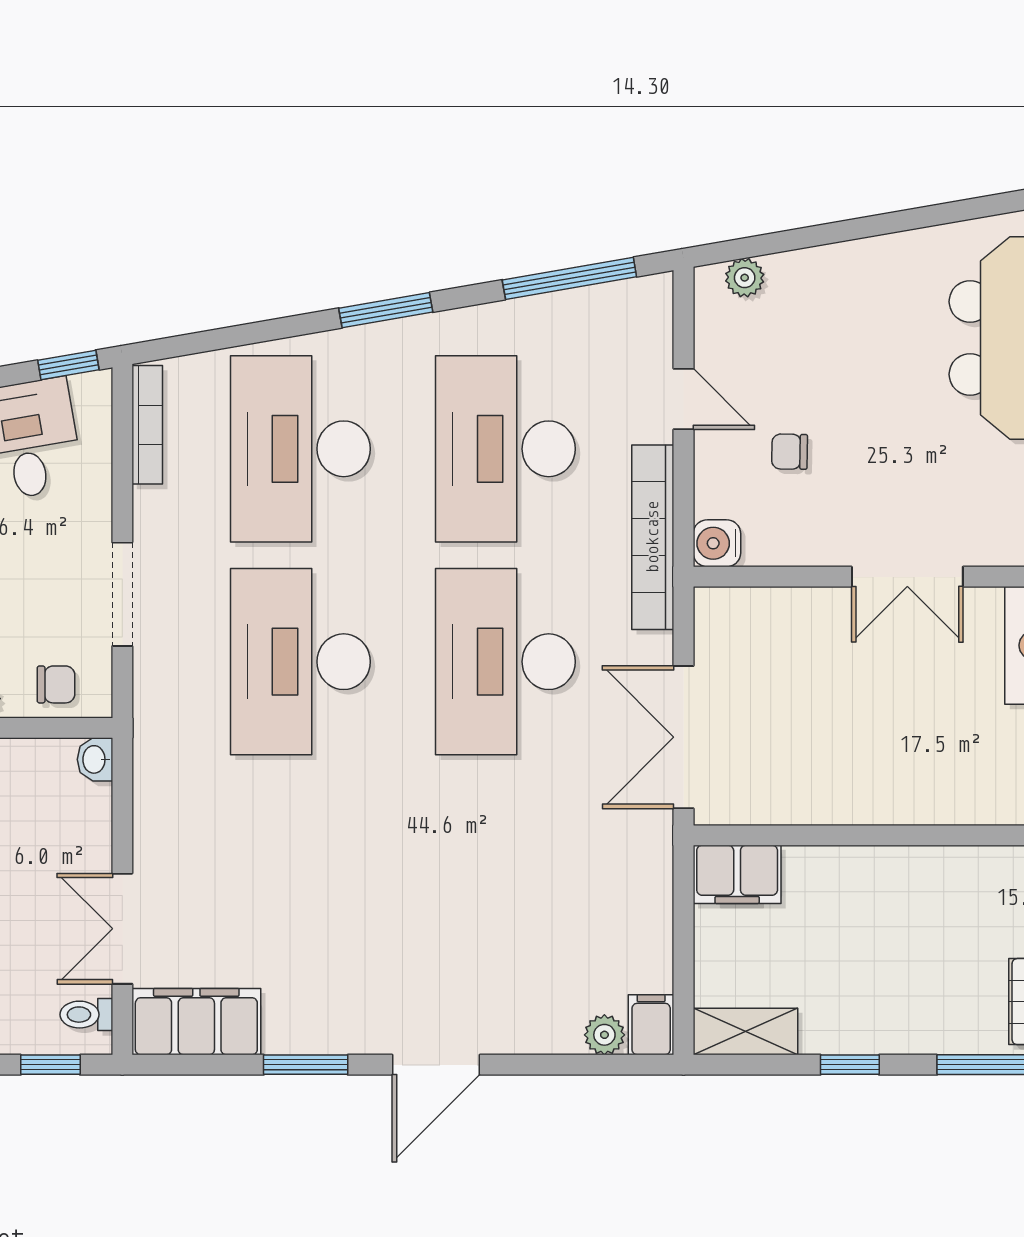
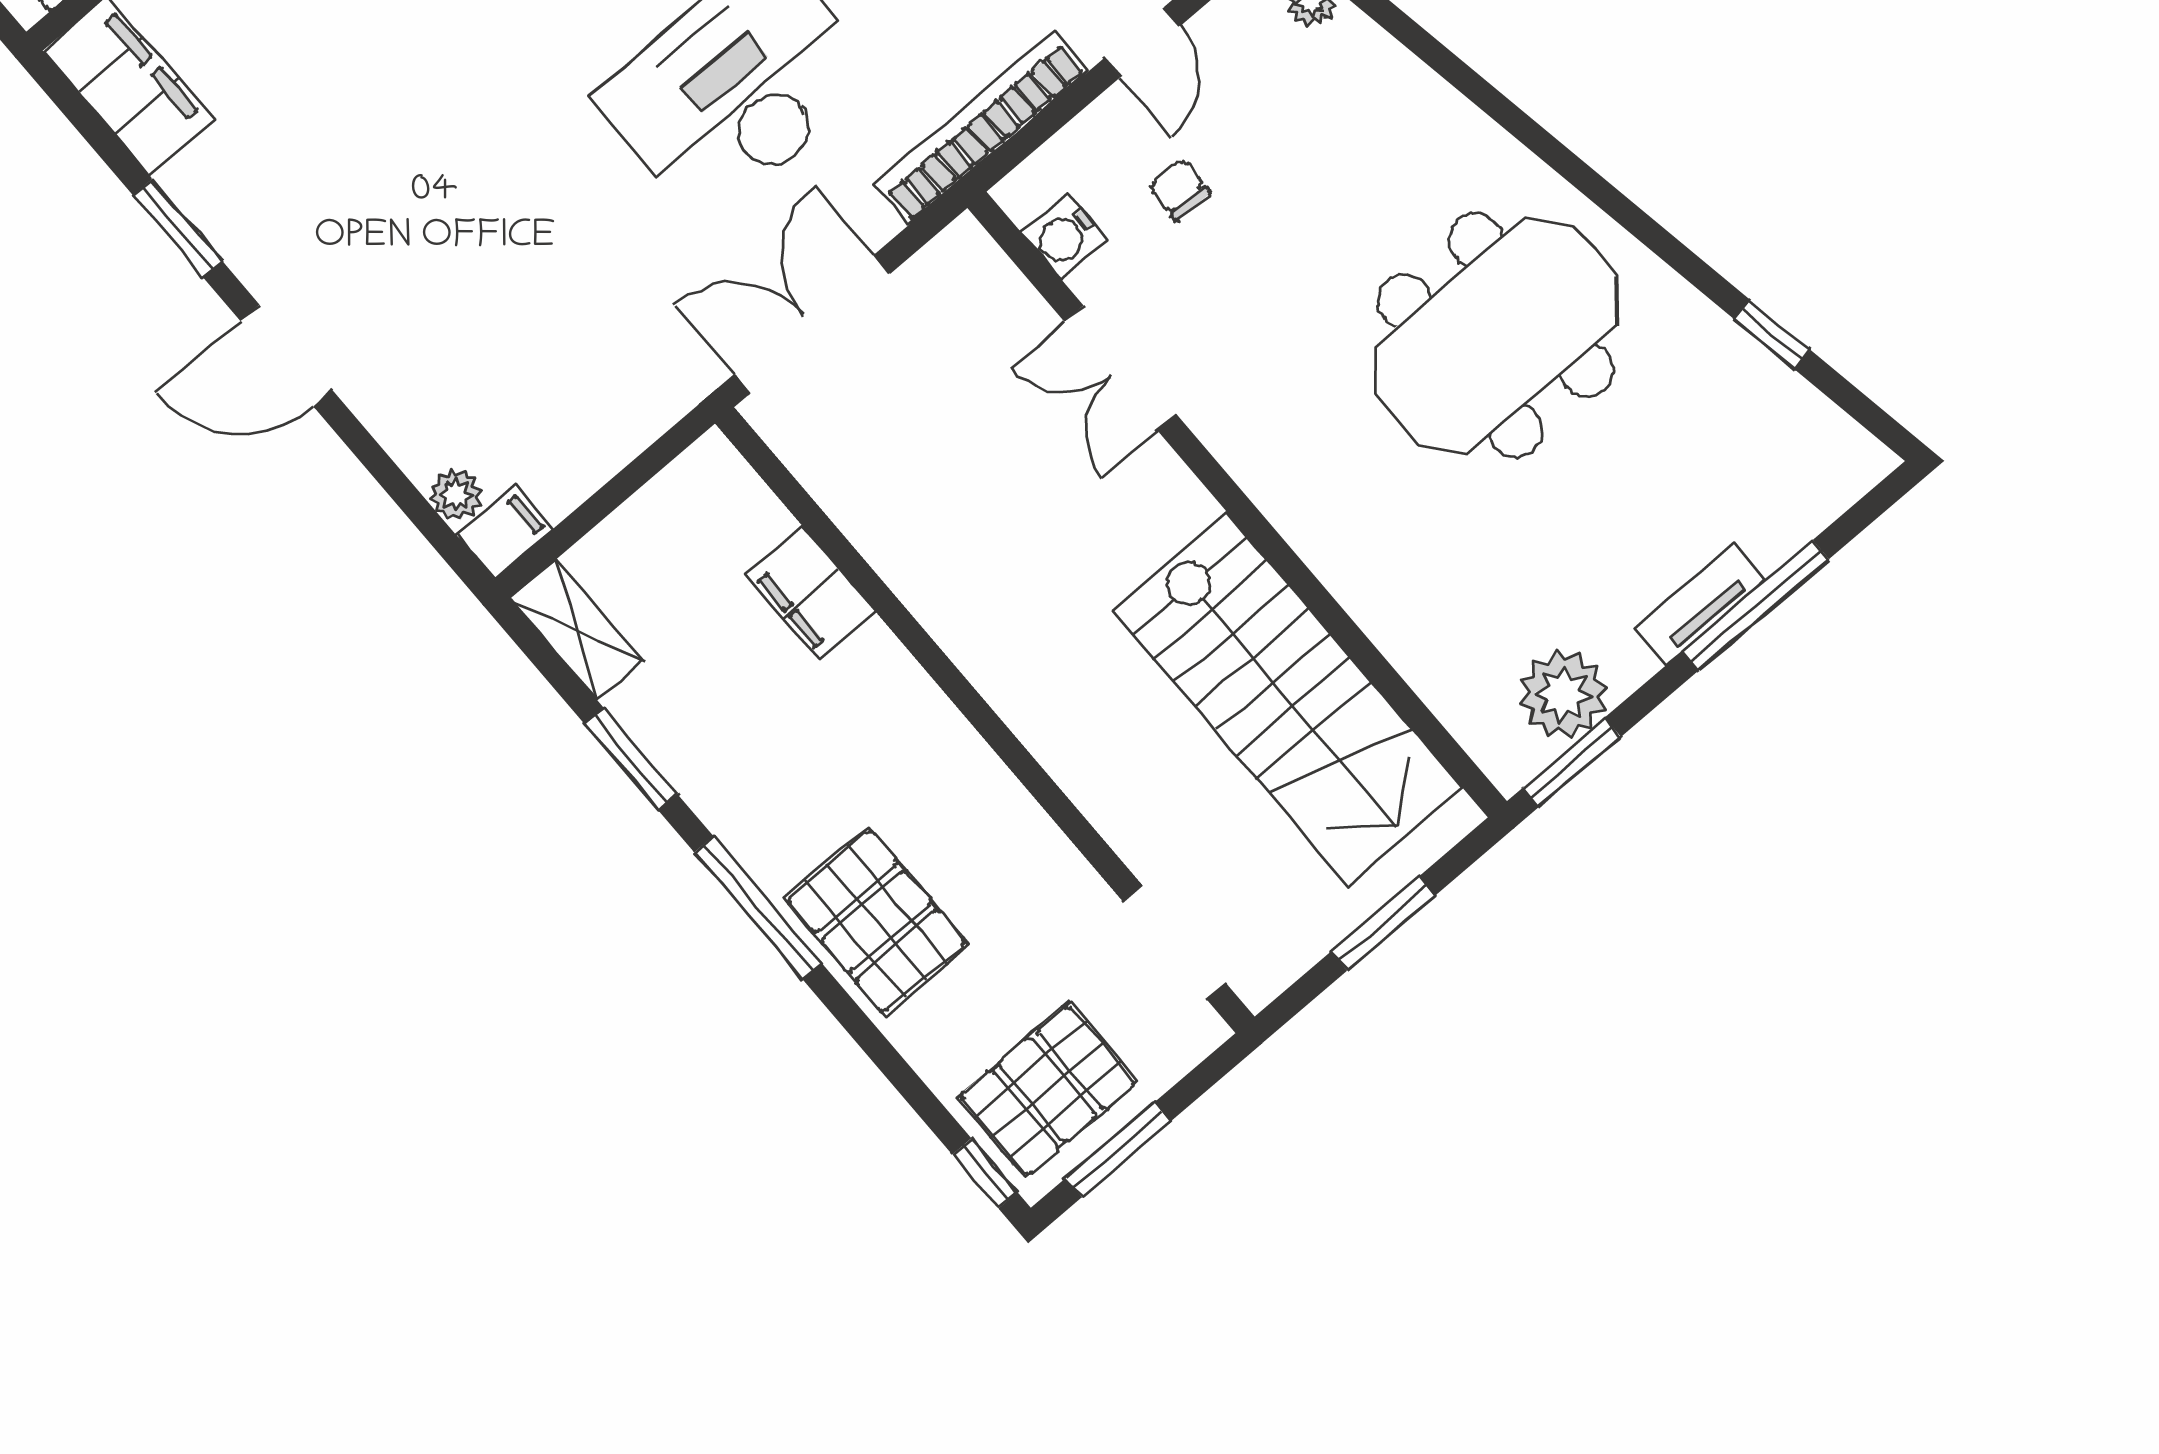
water cooler: (717, 543) -> (1065, 237), moved, turned -90
double door: (907, 577) -> (1120, 368), moved
filing cabinet: (737, 874) -> (811, 593), moved
window: (850, 1065) -> (631, 759), width x1.50

